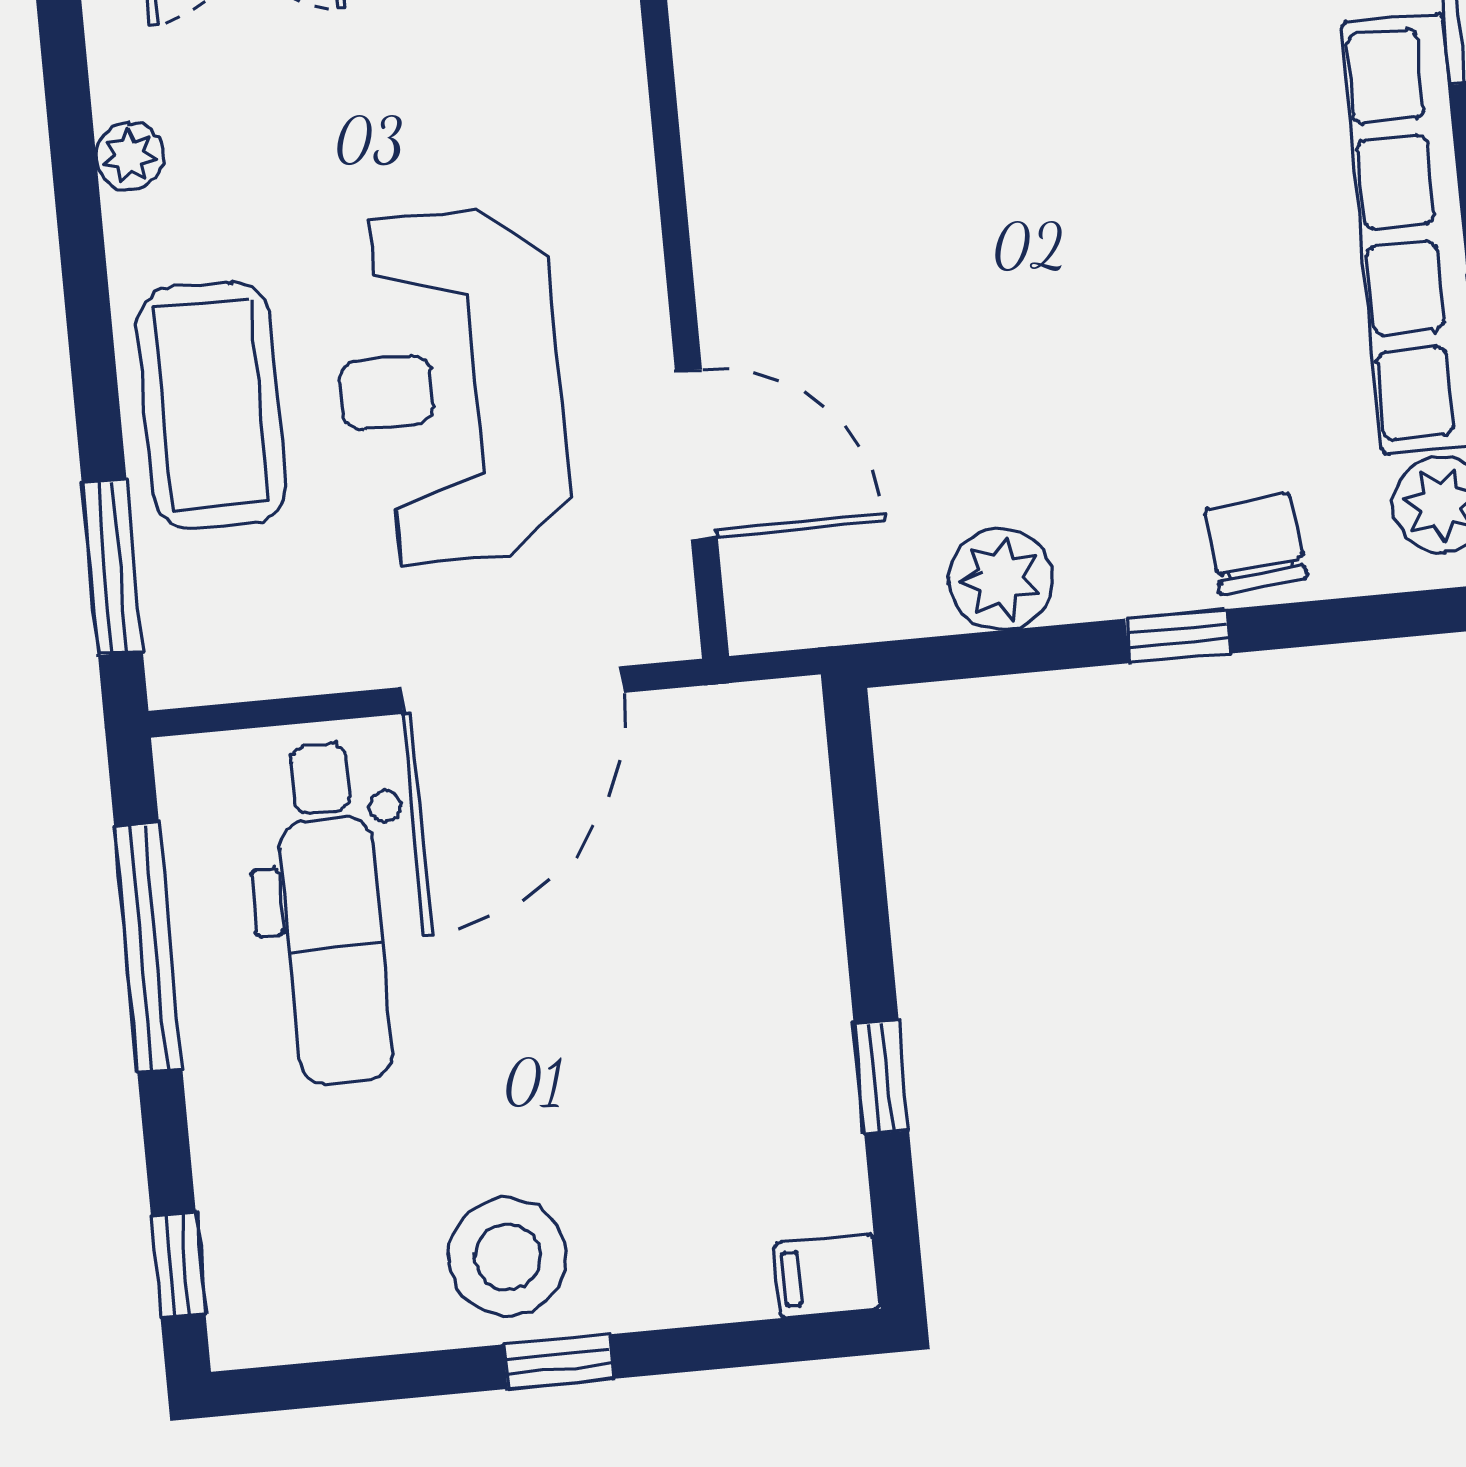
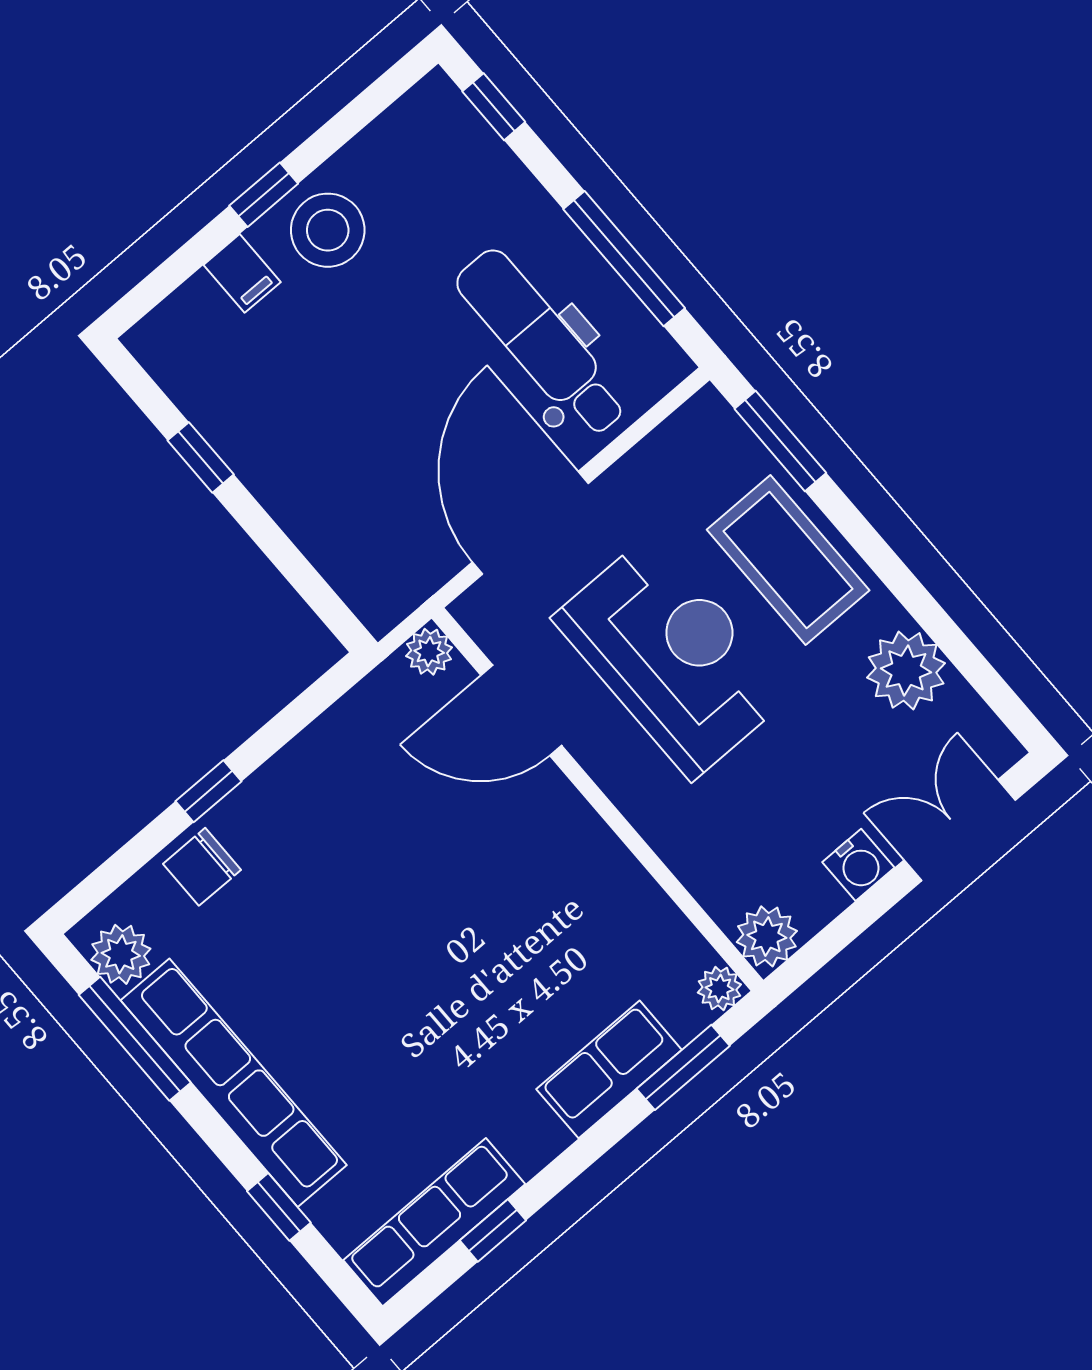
plant: (130, 156) -> (906, 670), width x1.87, depth x1.87
chair: (1255, 544) -> (202, 867), turned 96
plant: (1000, 579) -> (429, 652), moved, width x0.73, depth x0.73
filing cabinet: (827, 1276) -> (242, 273), moved, turned 90

